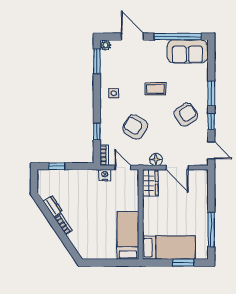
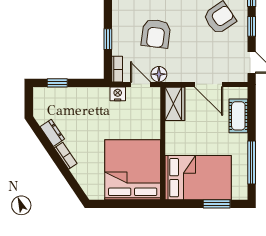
armchair: (135, 127) -> (156, 34), turned -114
floor lamp: (156, 159) -> (159, 74), moved
cot: (201, 193) -> (238, 116), added
bed: (128, 235) -> (133, 170), width x2.04
bed: (169, 248) -> (198, 178), width x1.50

